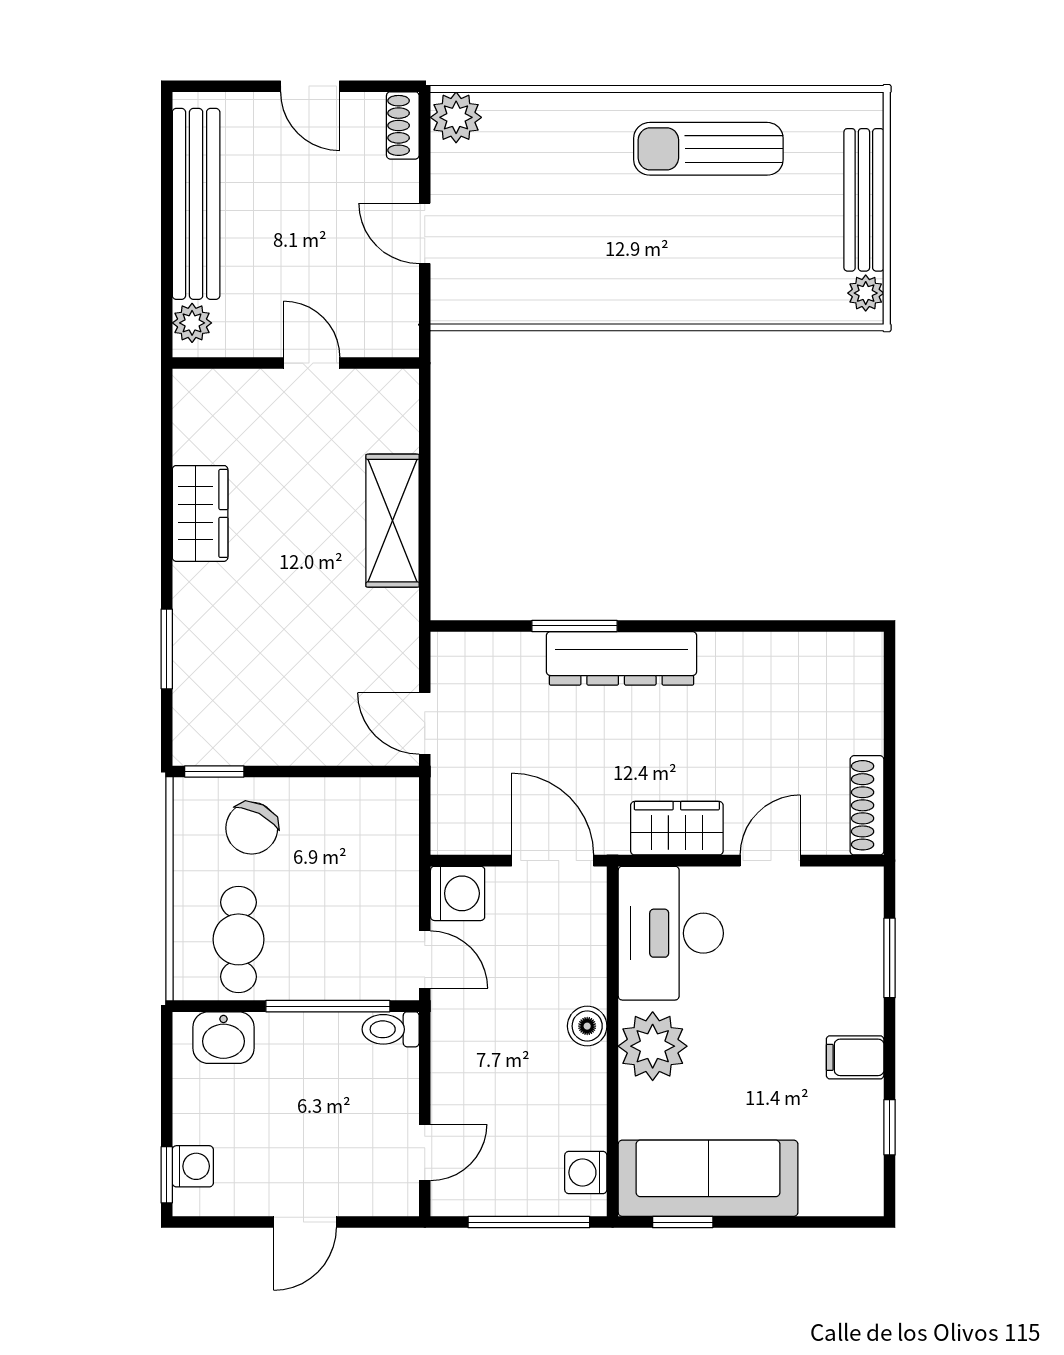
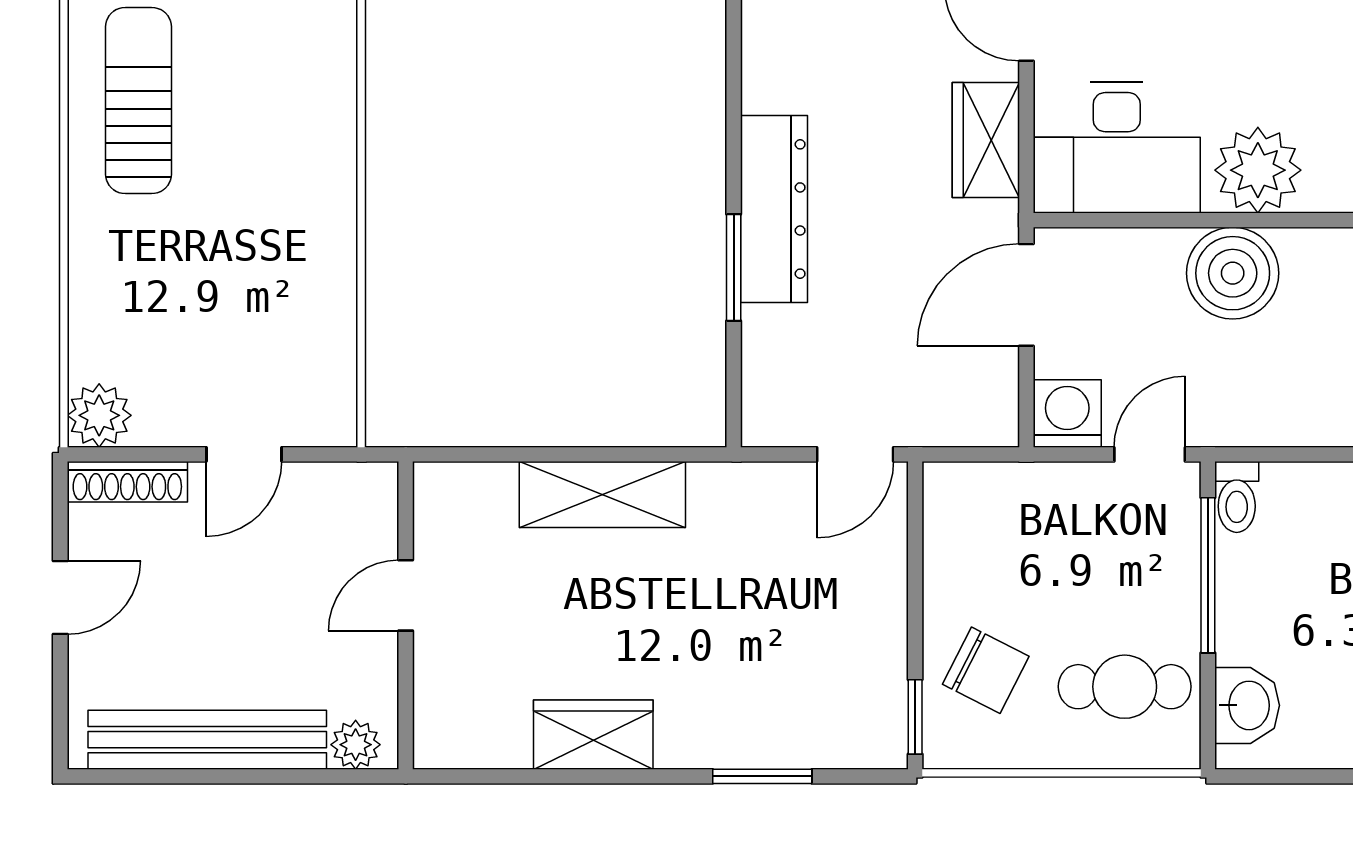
shoe rack: (403, 125) -> (127, 482), width x1.43
sun lounger: (708, 149) -> (138, 101), turned 180
boiler: (587, 1026) -> (1233, 273), width x1.86, depth x1.86

